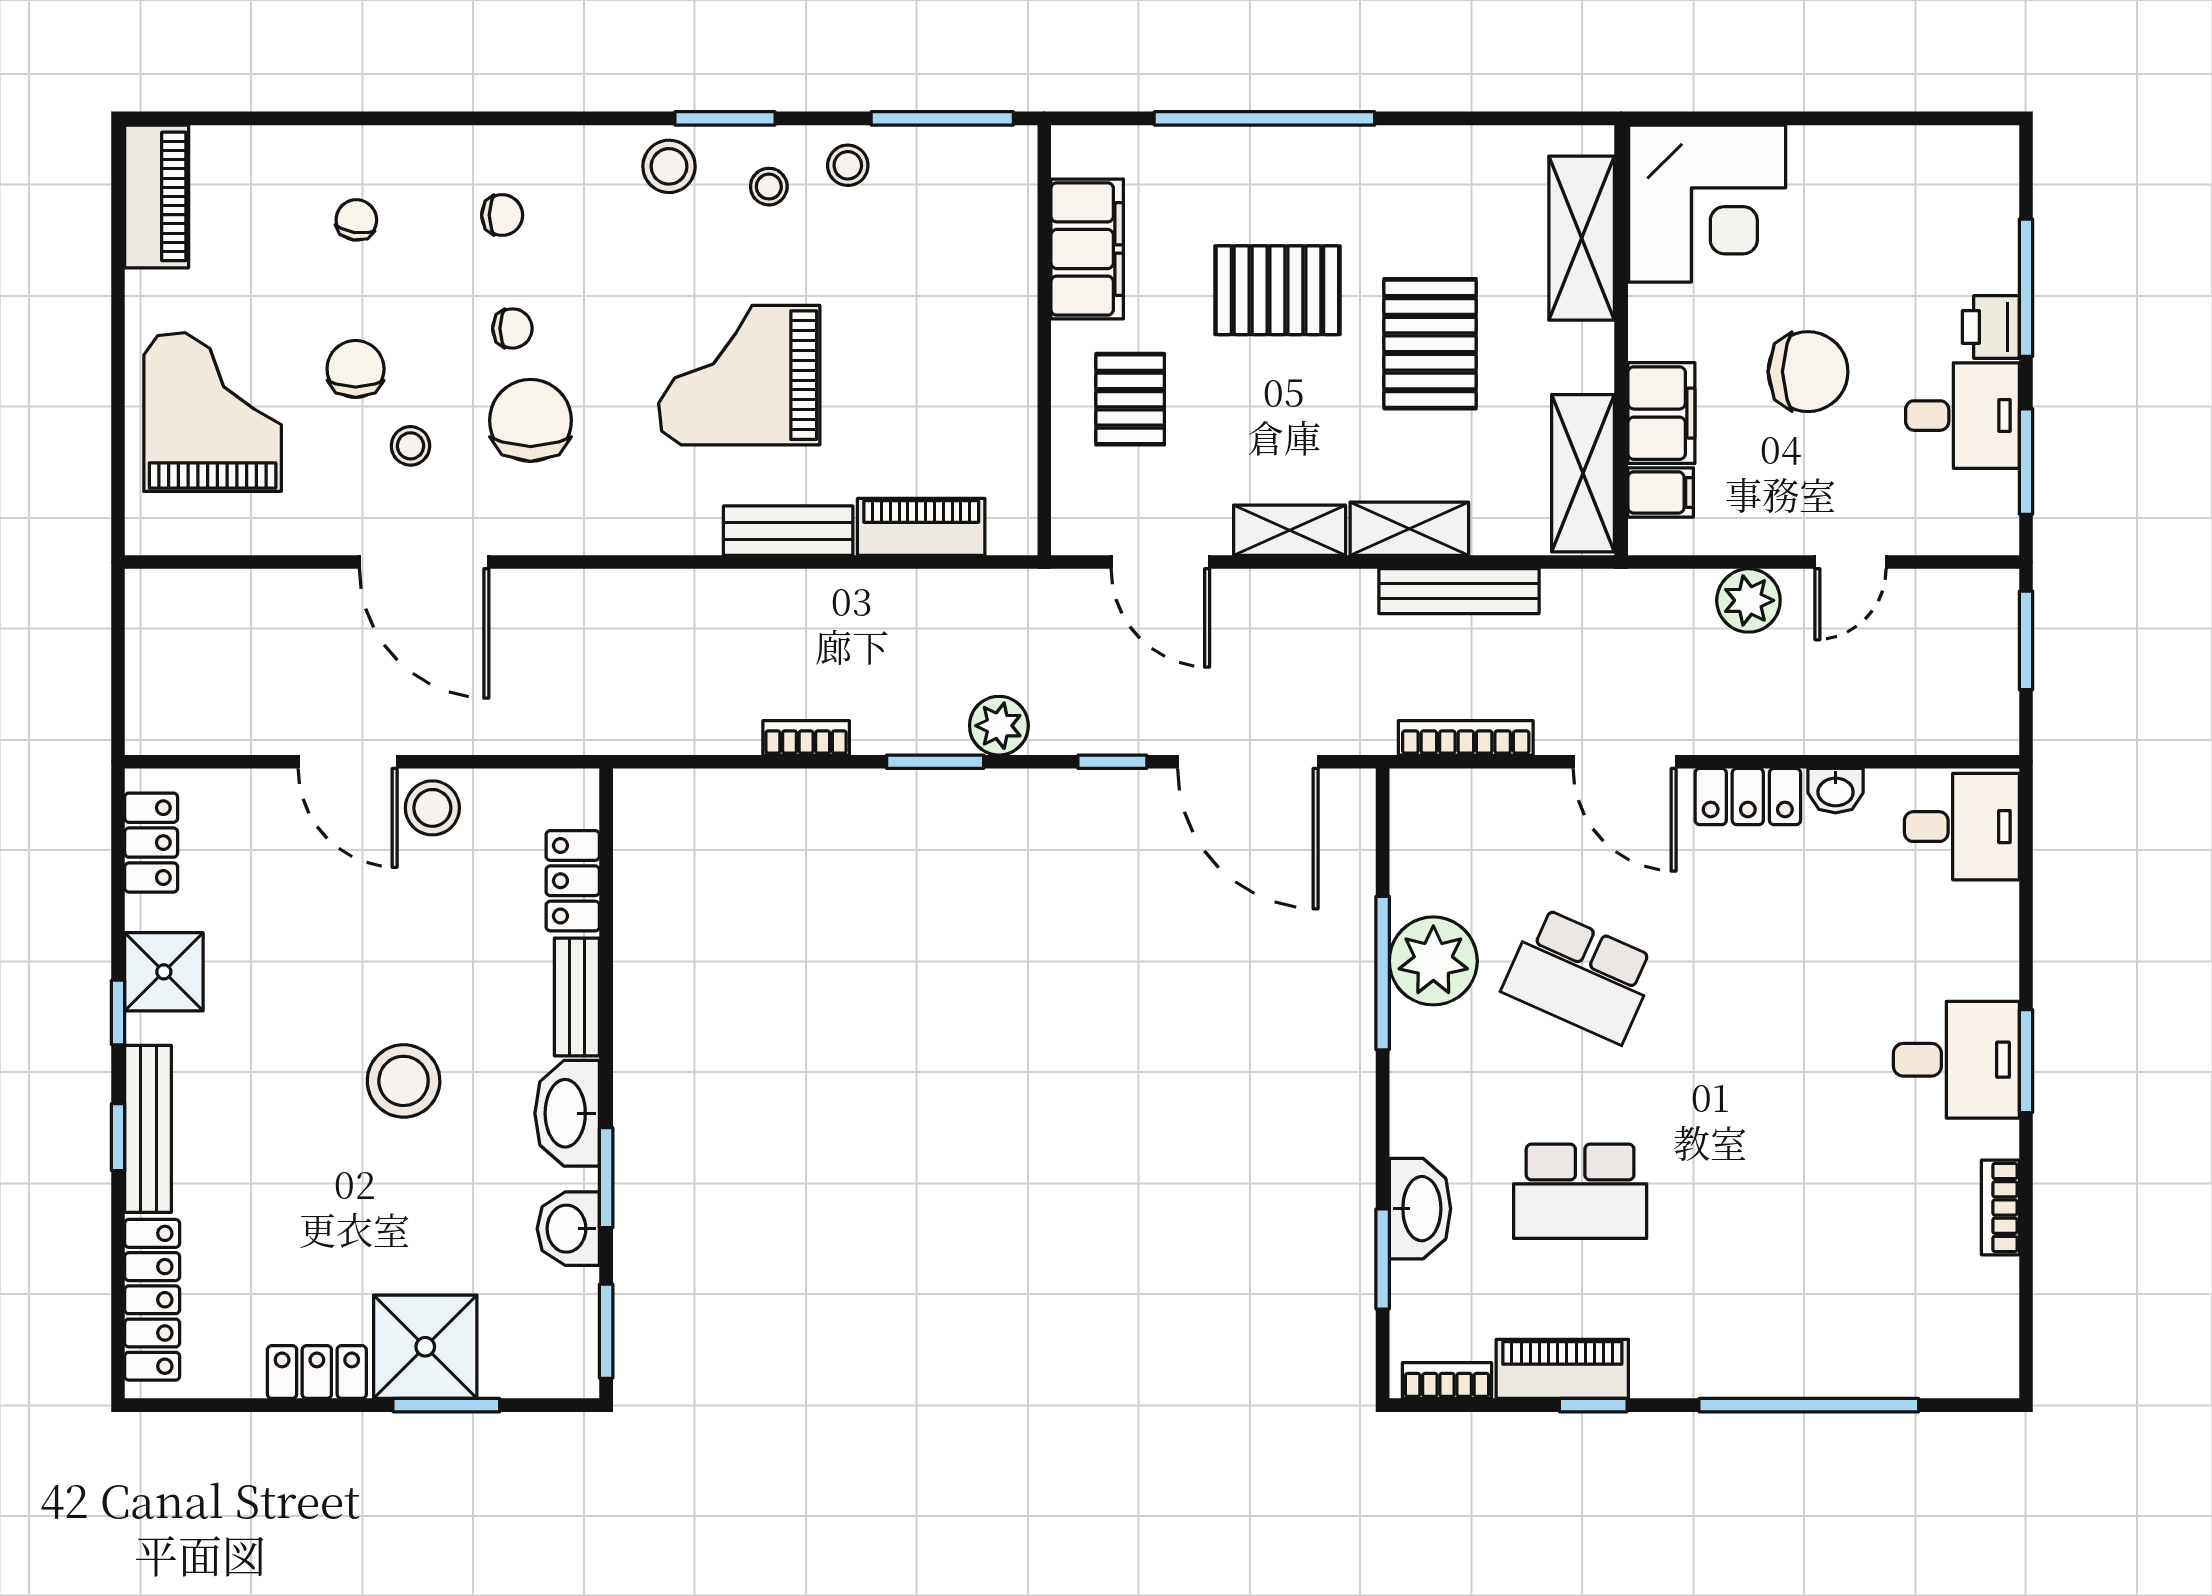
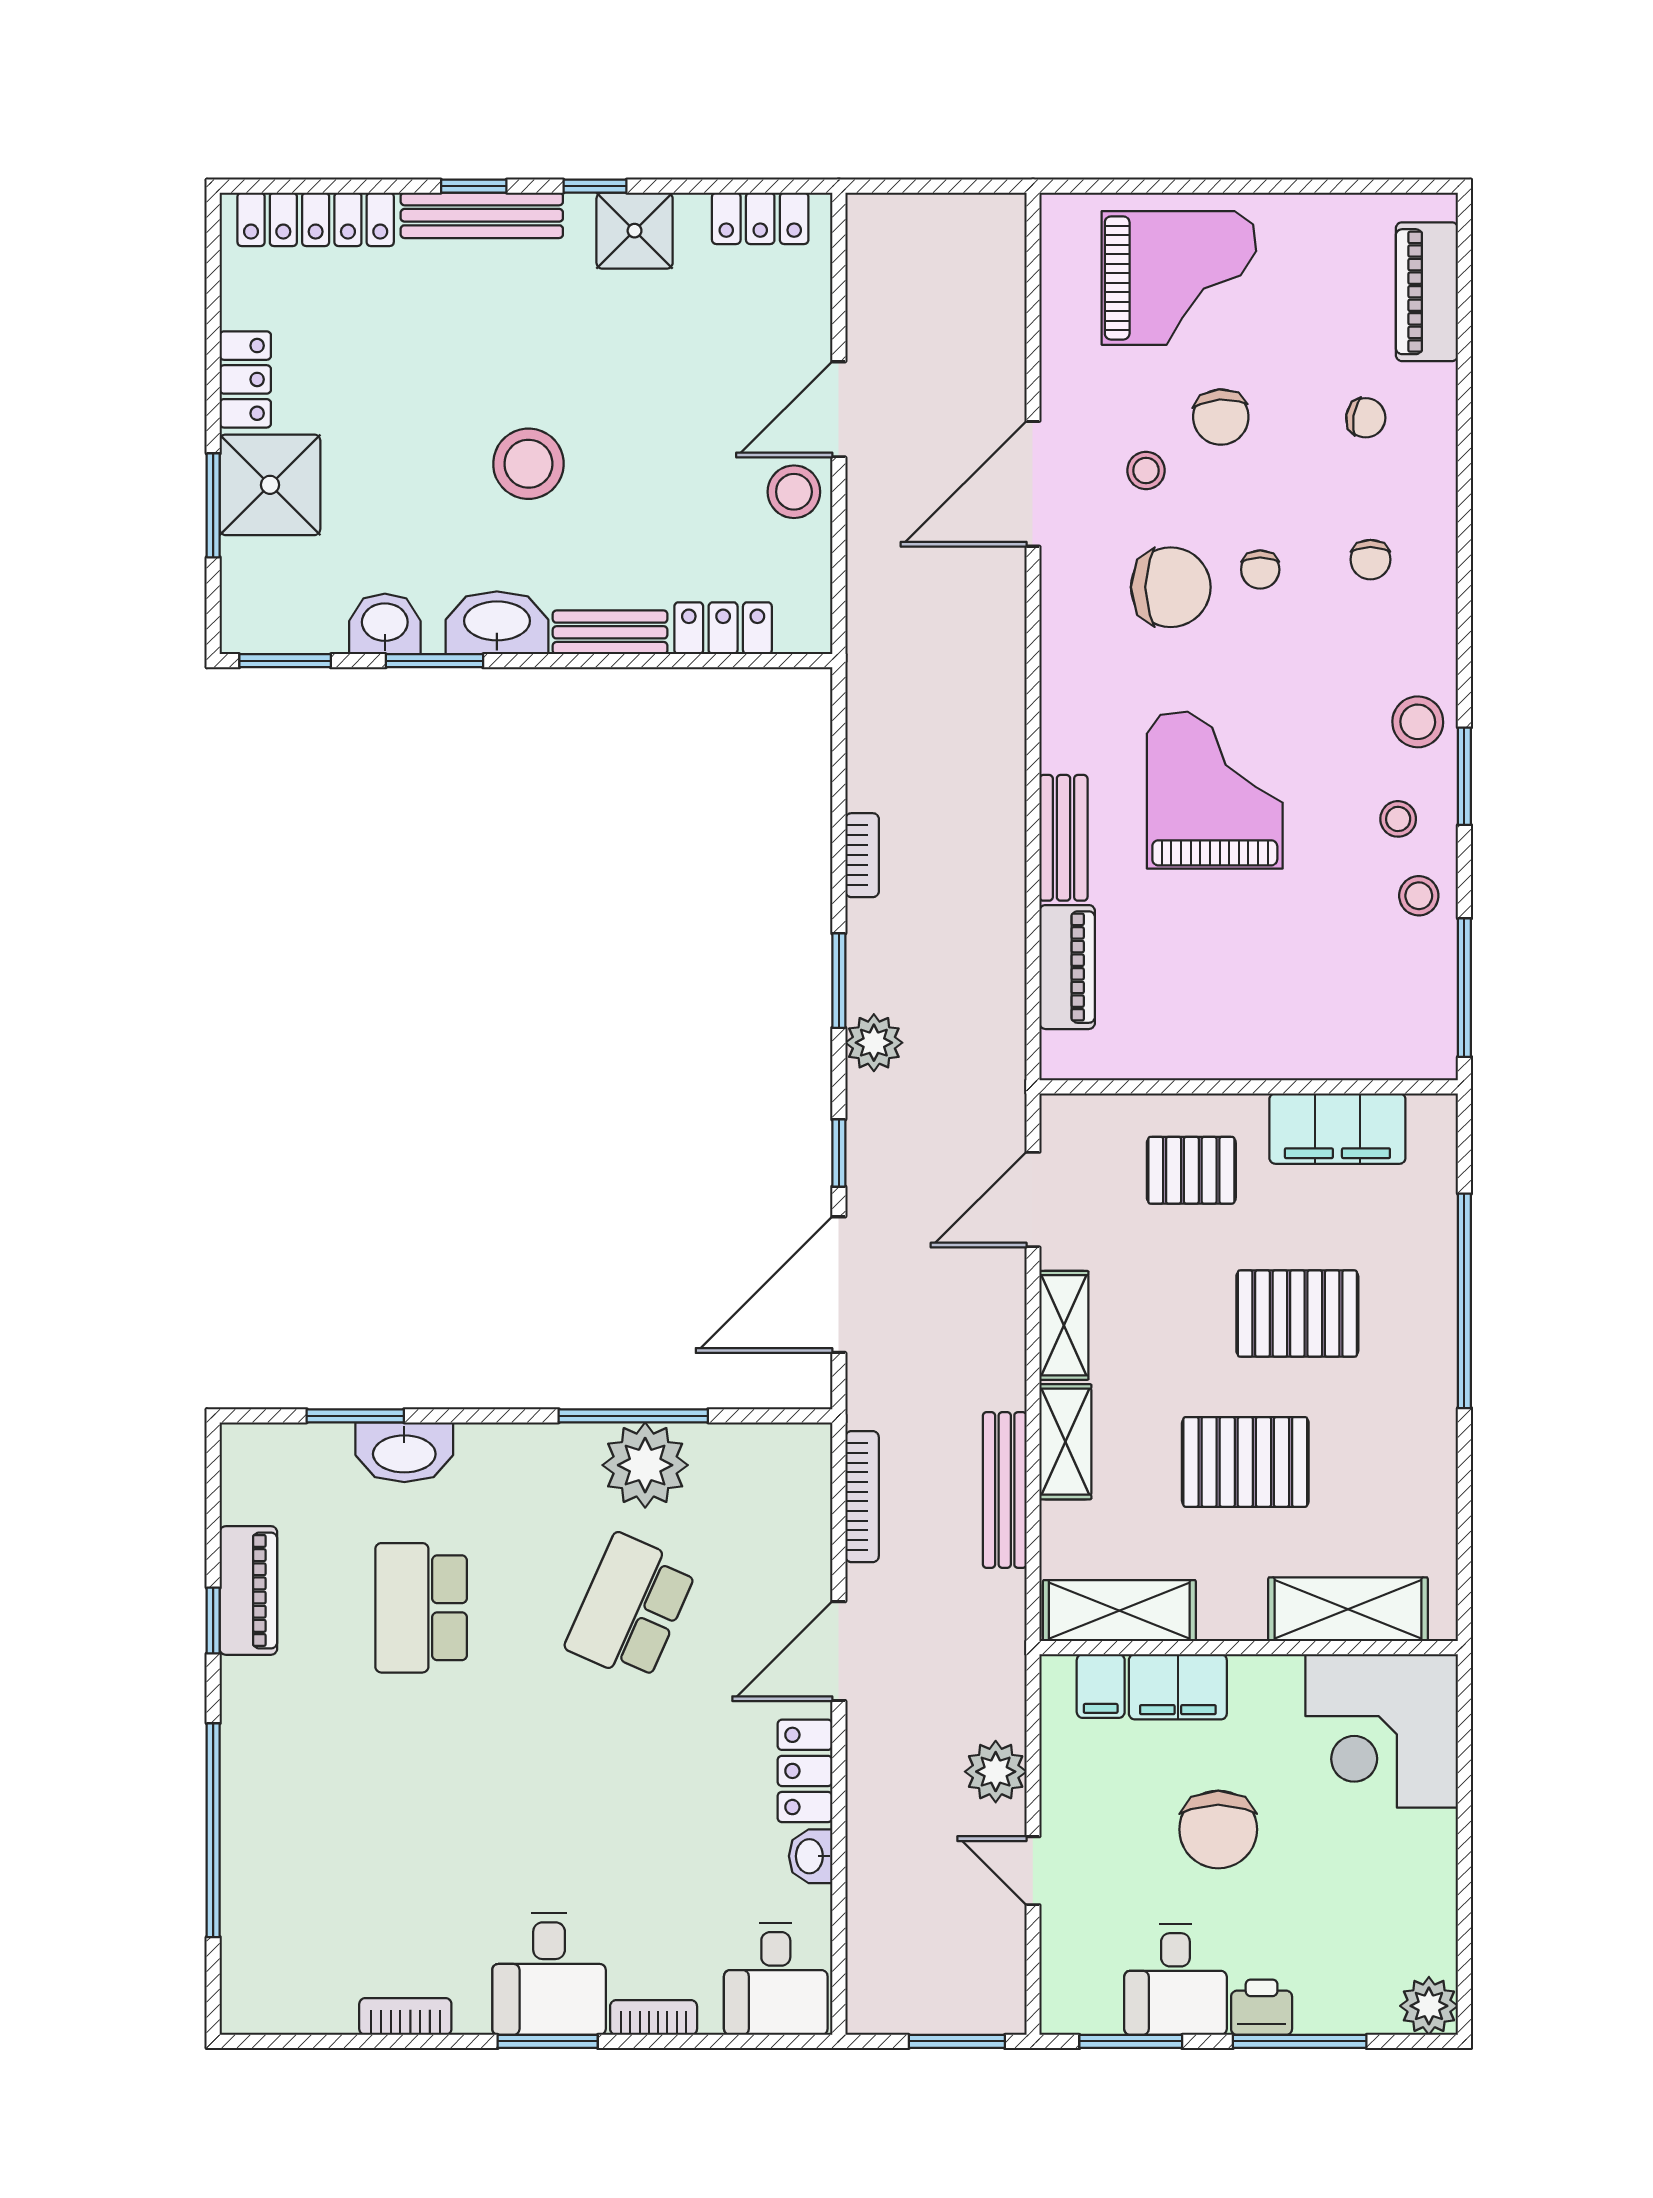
plant: (1989, 155) -> (1429, 2006), added
piano: (157, 196) -> (1427, 292), moved, turned 90
pallet: (1277, 290) -> (1297, 1314), turned 90
chair: (356, 369) -> (1221, 417), turned 86
bookcase: (1447, 1381) -> (654, 2018), moved, turned -90

